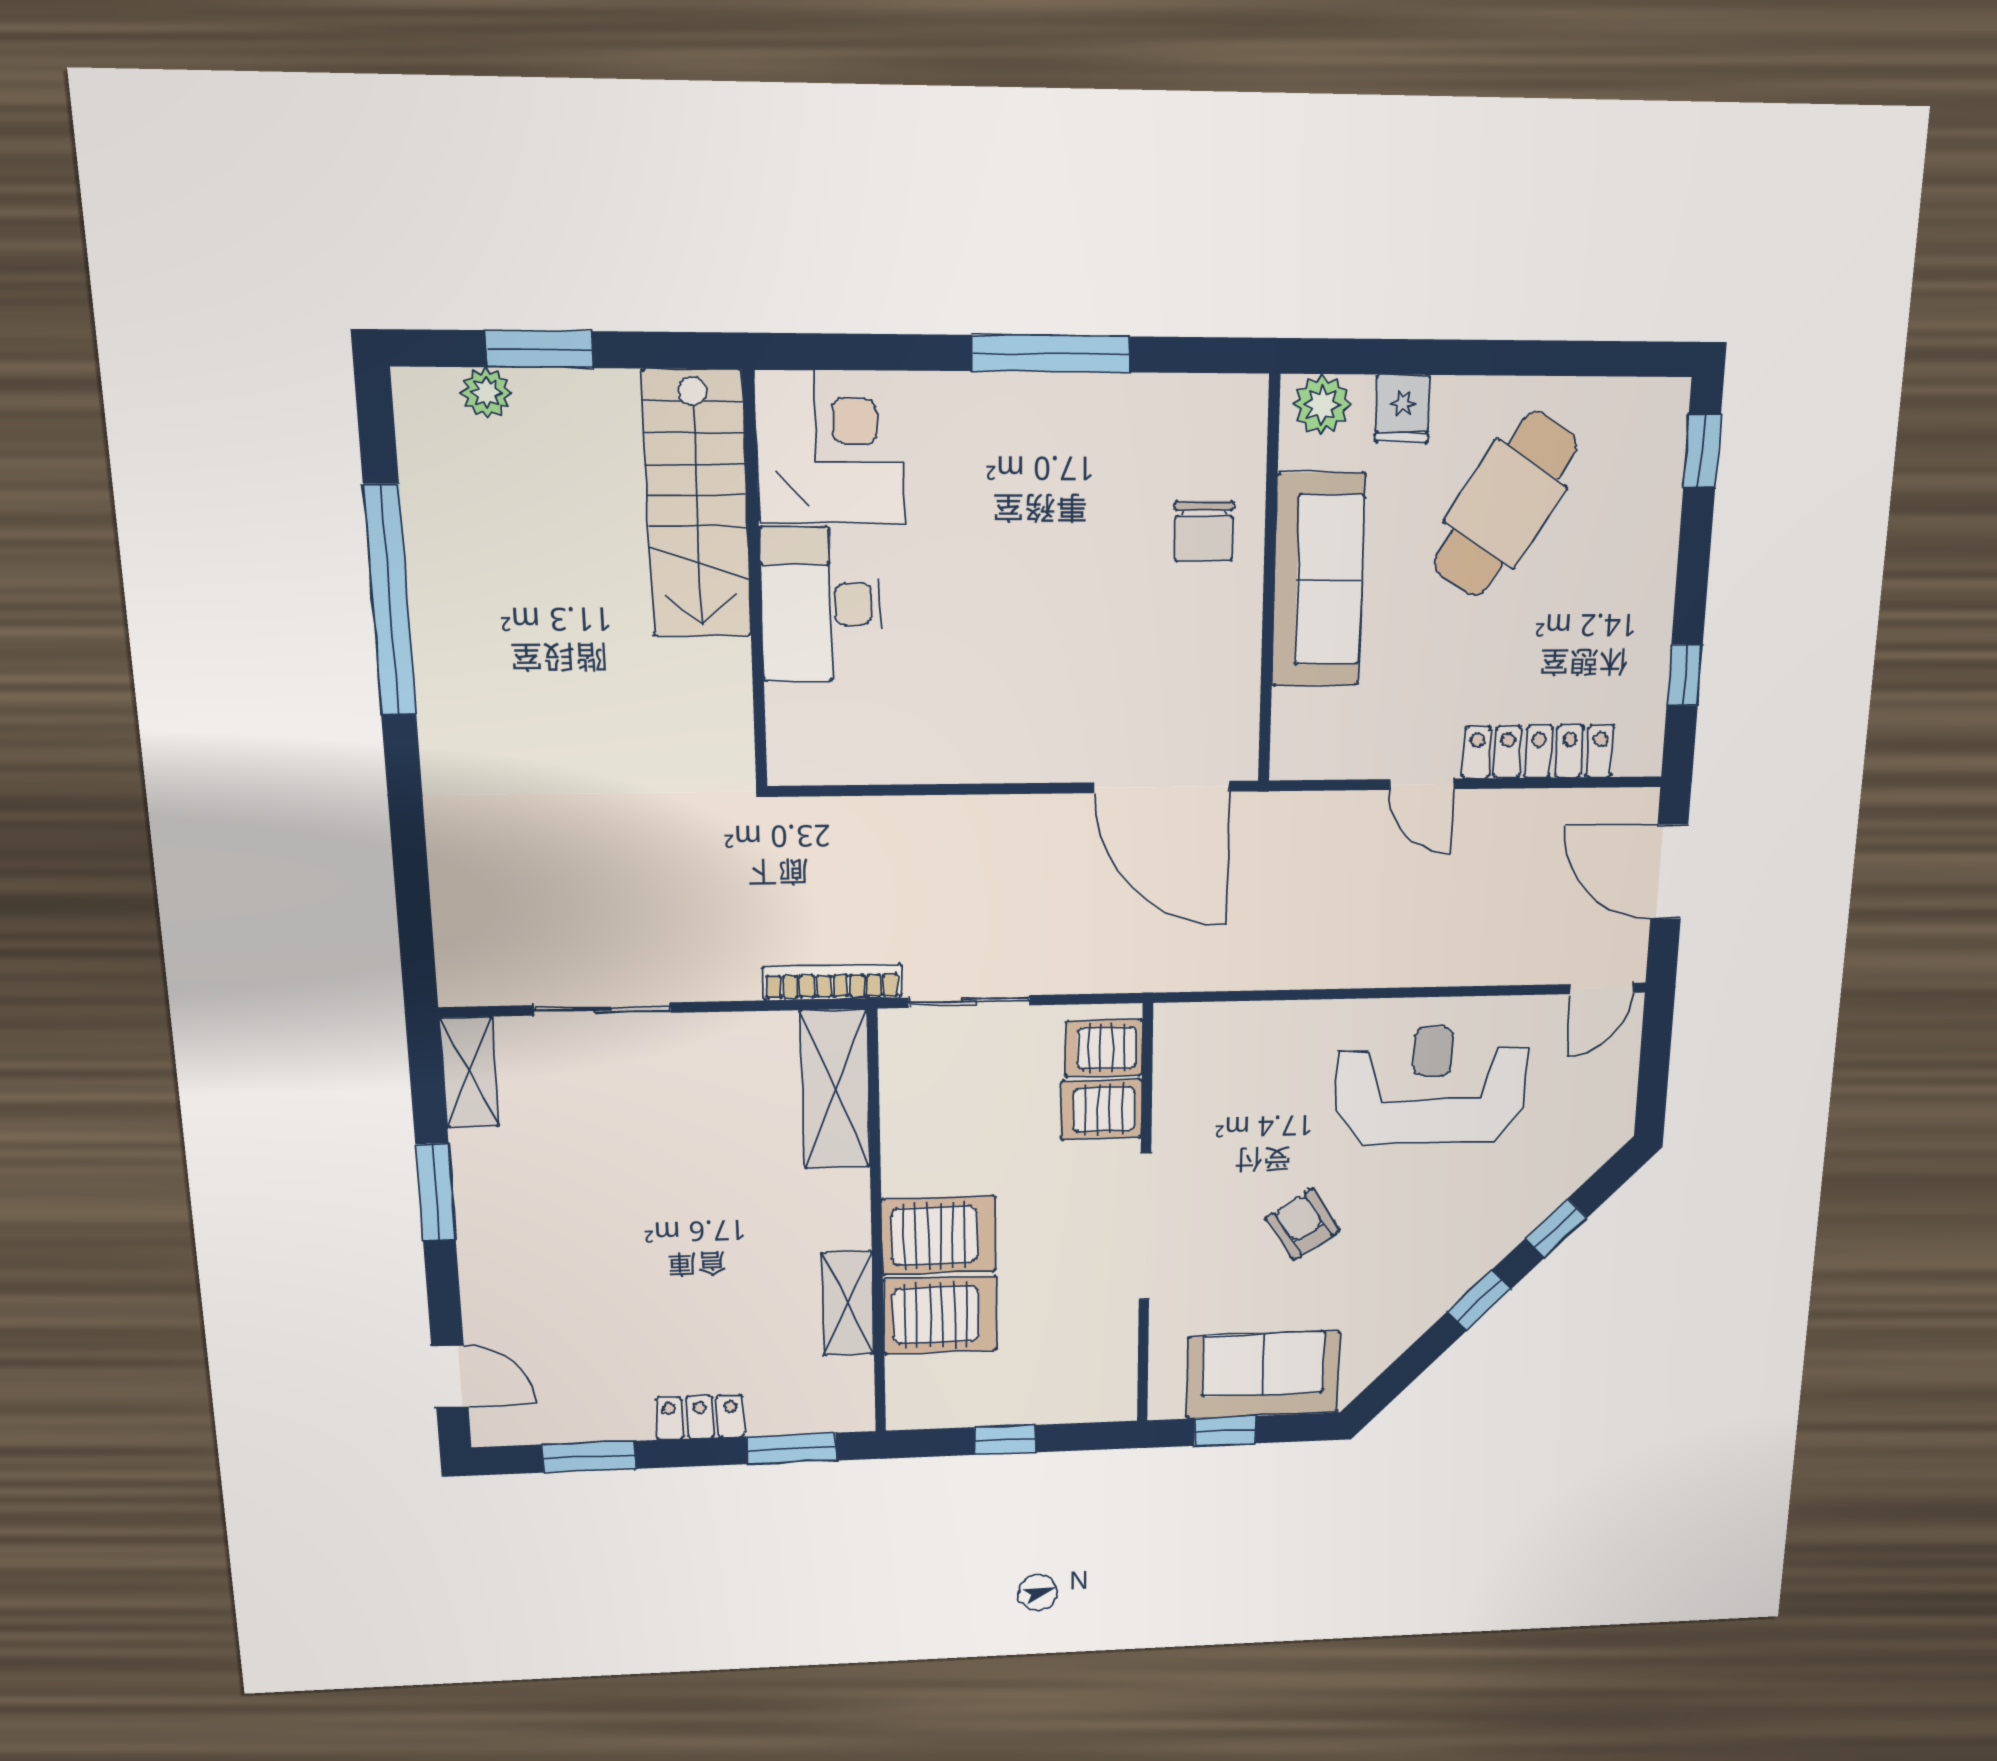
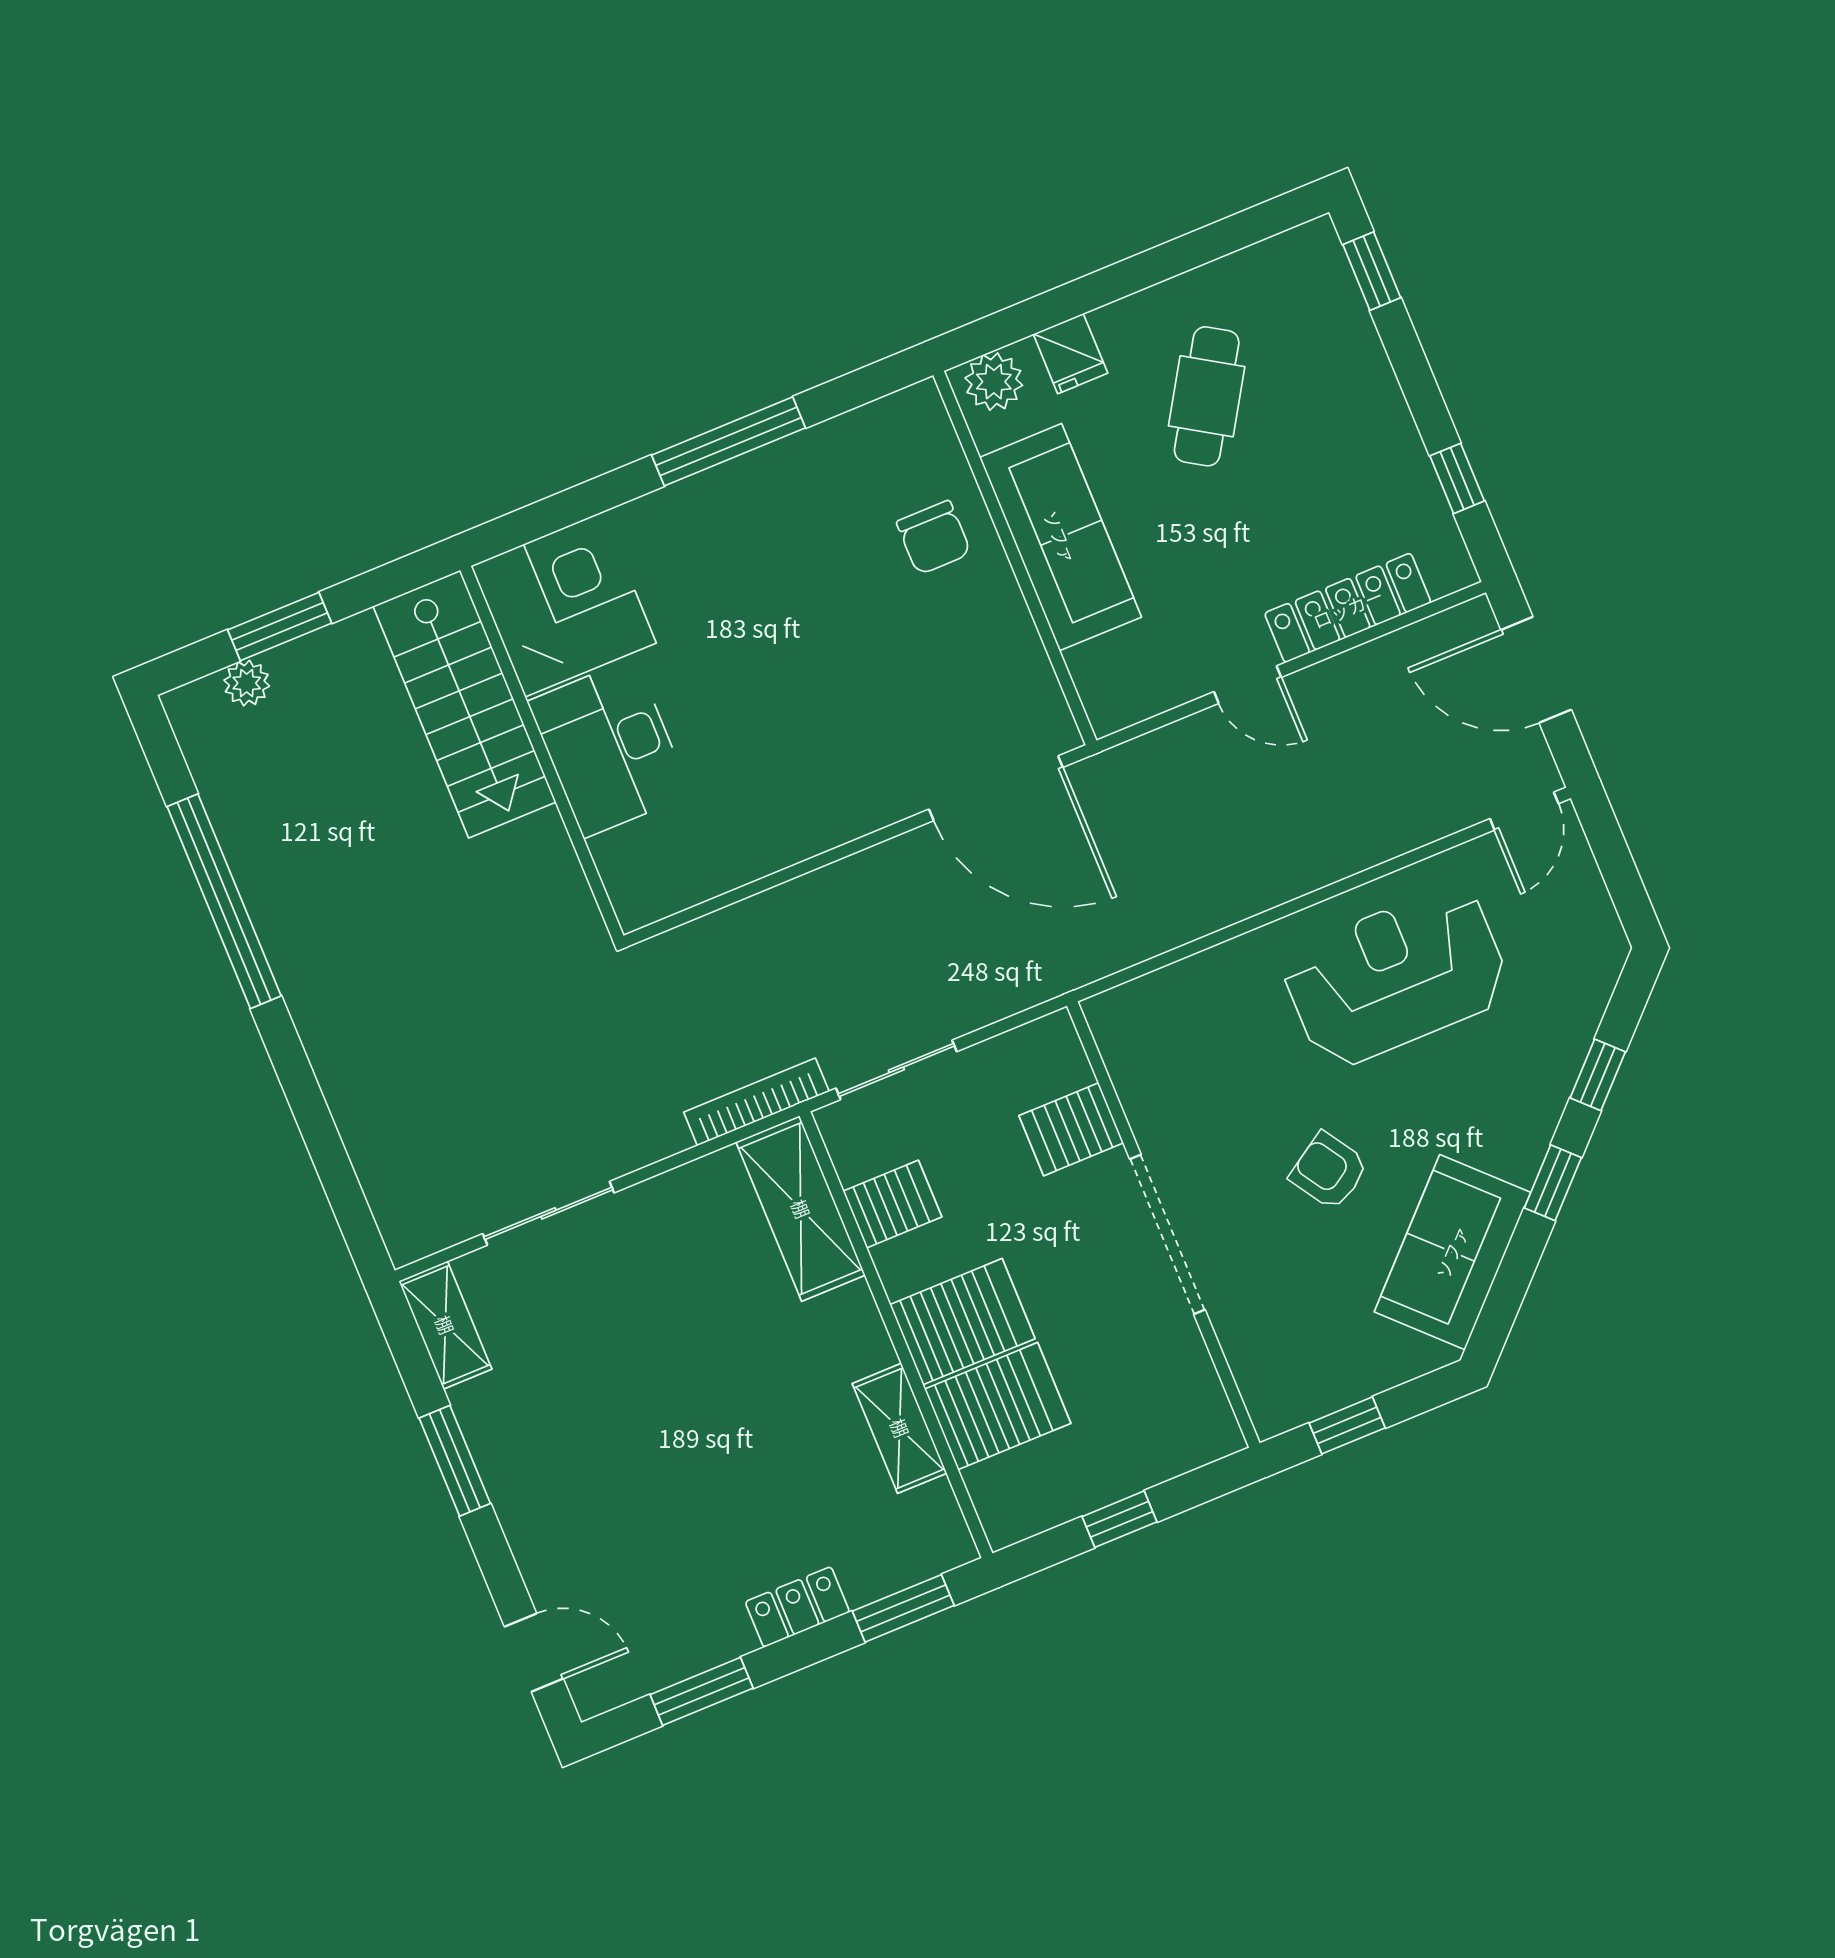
cafe table: (1505, 504) -> (1207, 396), width x0.73, depth x0.74
server rack: (1104, 1048) -> (892, 1204), moved, turned 180
sofa: (1263, 1375) -> (1452, 1252), moved, turned -45

